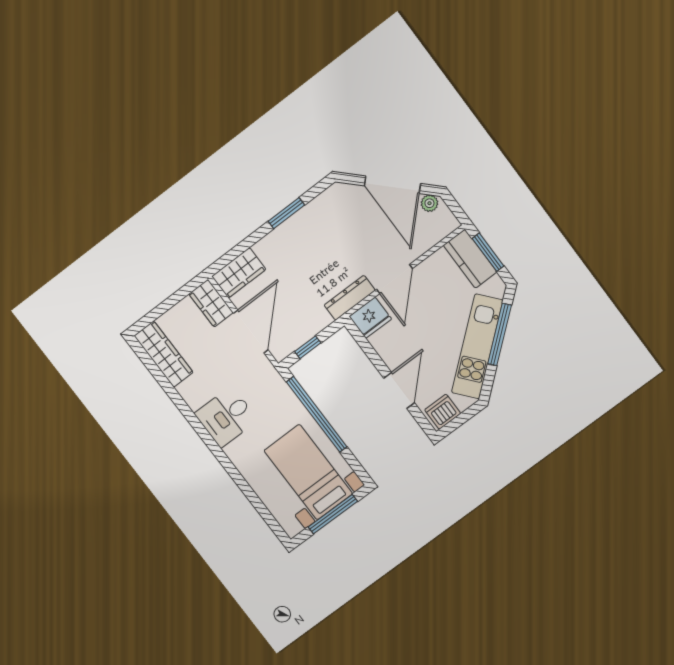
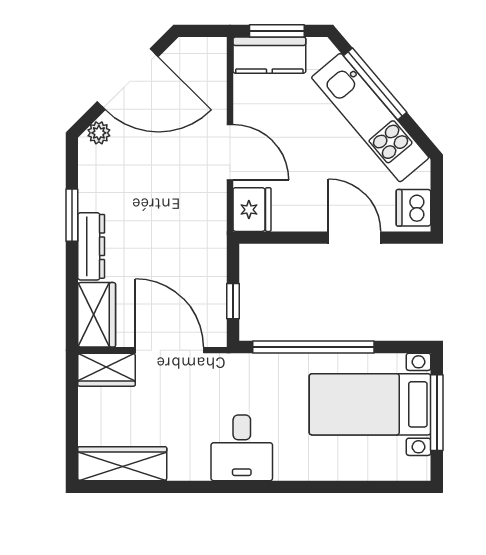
plant: (429, 203) -> (99, 133), moved
dresser: (350, 298) -> (91, 246), moved, turned 180

